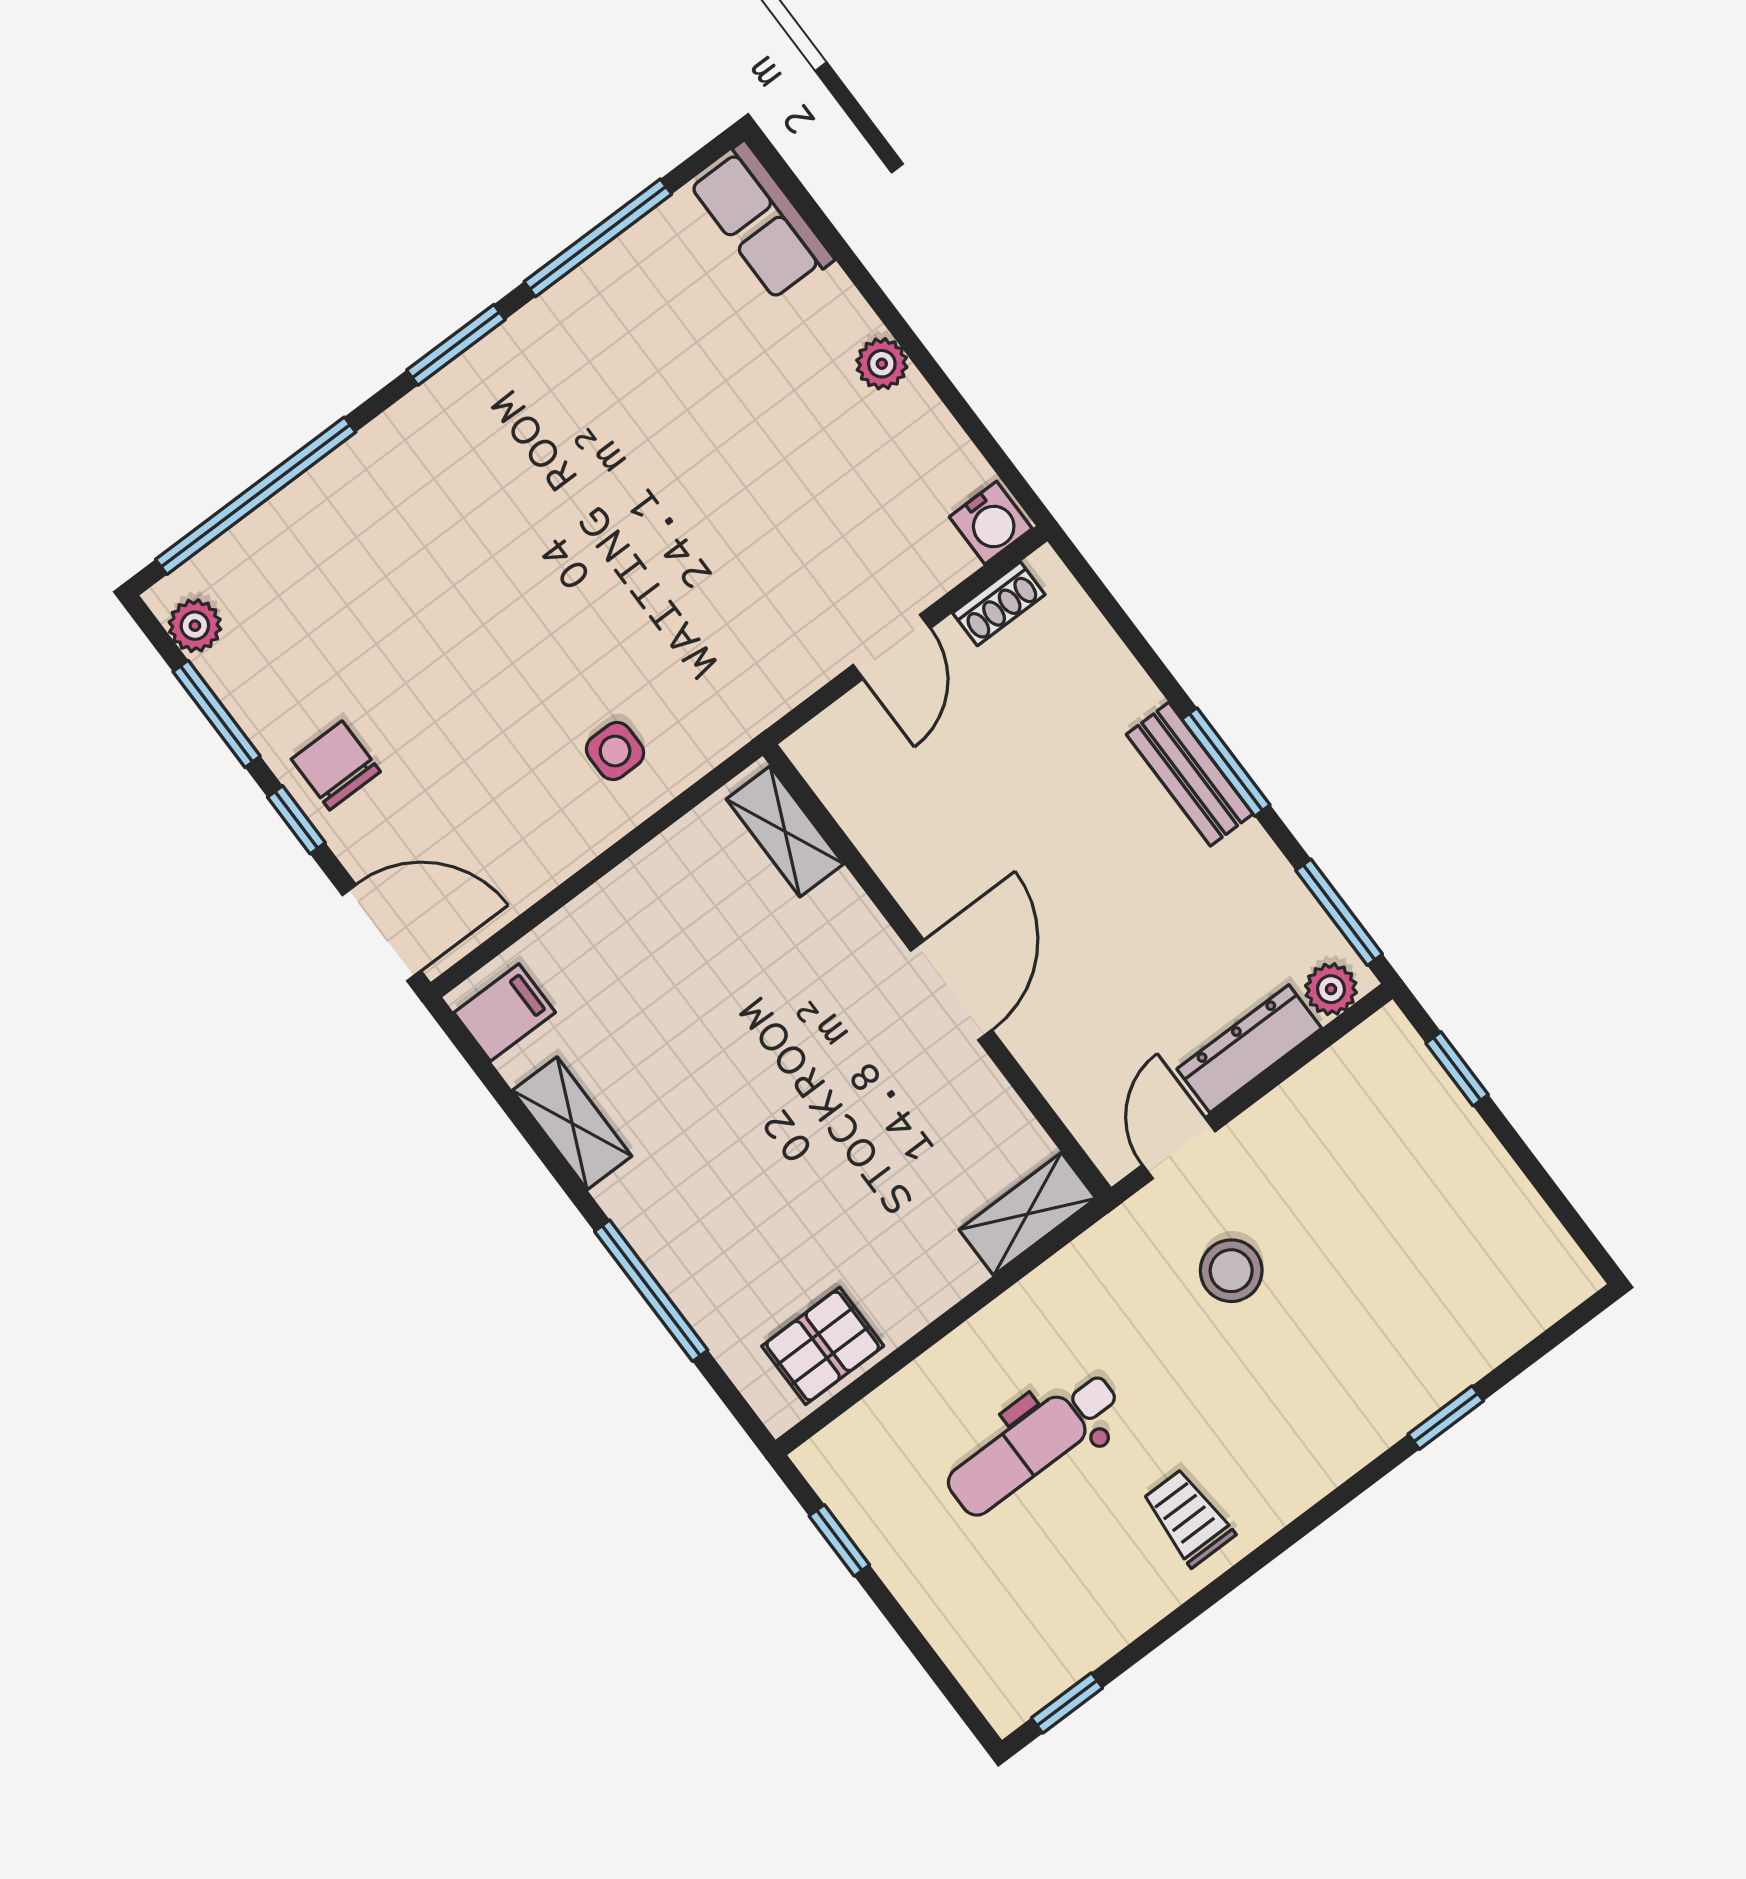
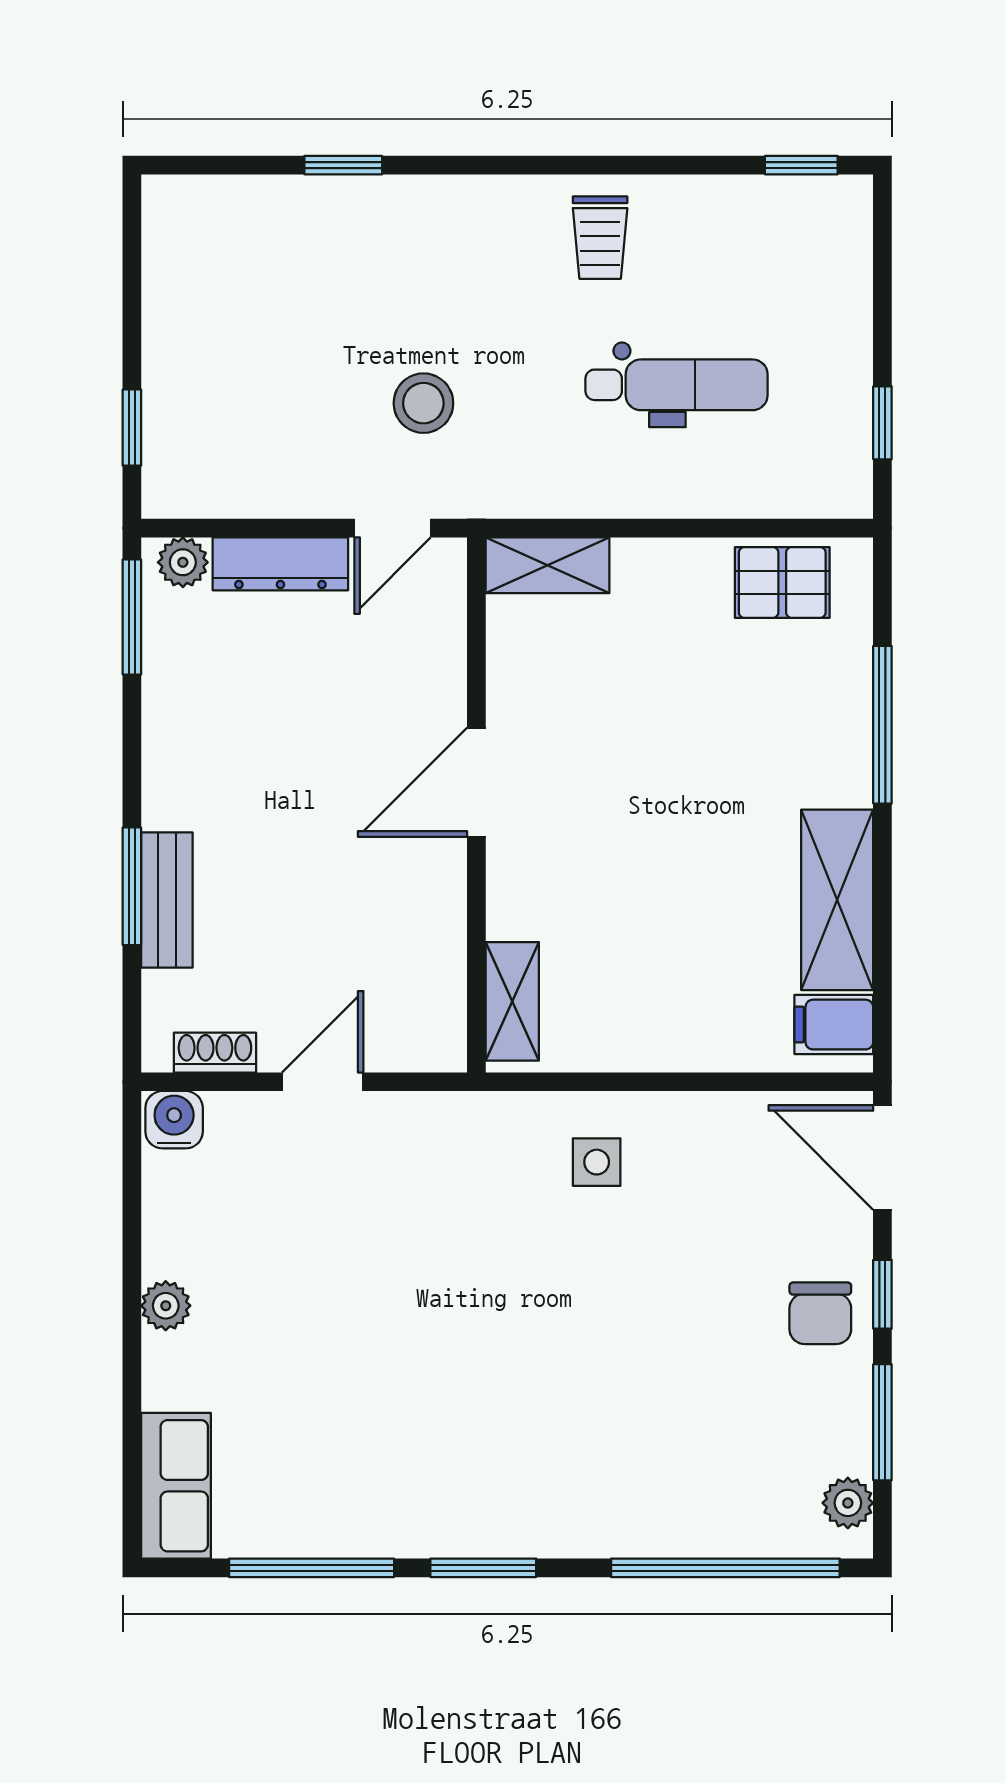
window: (1226, 762) -> (132, 886), moved
bench: (1190, 774) -> (167, 900), moved
shelving: (572, 1123) -> (837, 900), width x1.50, depth x1.33

